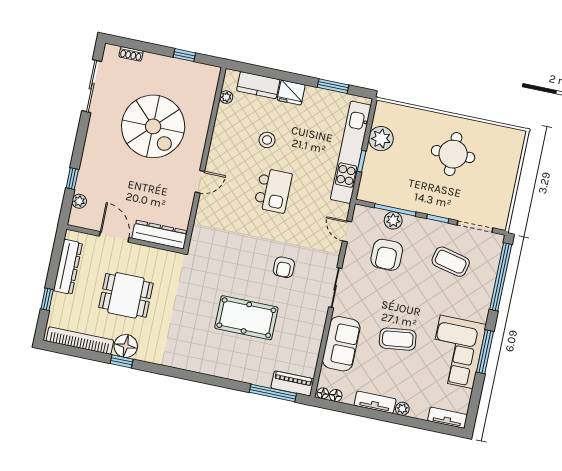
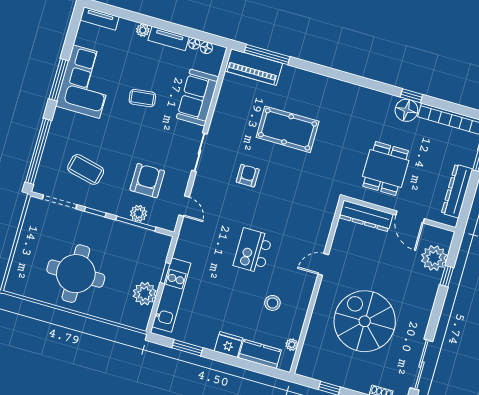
stool: (267, 140) -> (272, 303), moved
kitchen unit: (351, 152) -> (171, 295), width x0.73
round table: (453, 154) -> (76, 274), width x1.36, depth x1.36
plant: (79, 201) -> (434, 258), width x1.87, depth x1.87
dining table: (126, 295) -> (386, 168), moved, turned 90
coffee table: (398, 339) -> (142, 98), width x0.73, depth x0.77
piano: (292, 383) -> (254, 67), width x1.37, depth x1.33
floor lamp: (323, 393) -> (194, 44), moved

